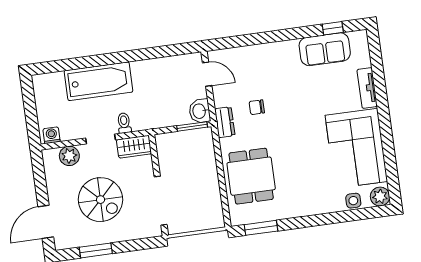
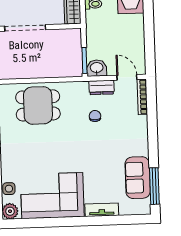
window: (333, 28) -> (154, 186), width x2.17
bookcase: (228, 53) -> (142, 97), added
door: (207, 74) -> (127, 77), swing flipped
dresser: (225, 122) -> (102, 87), moved

